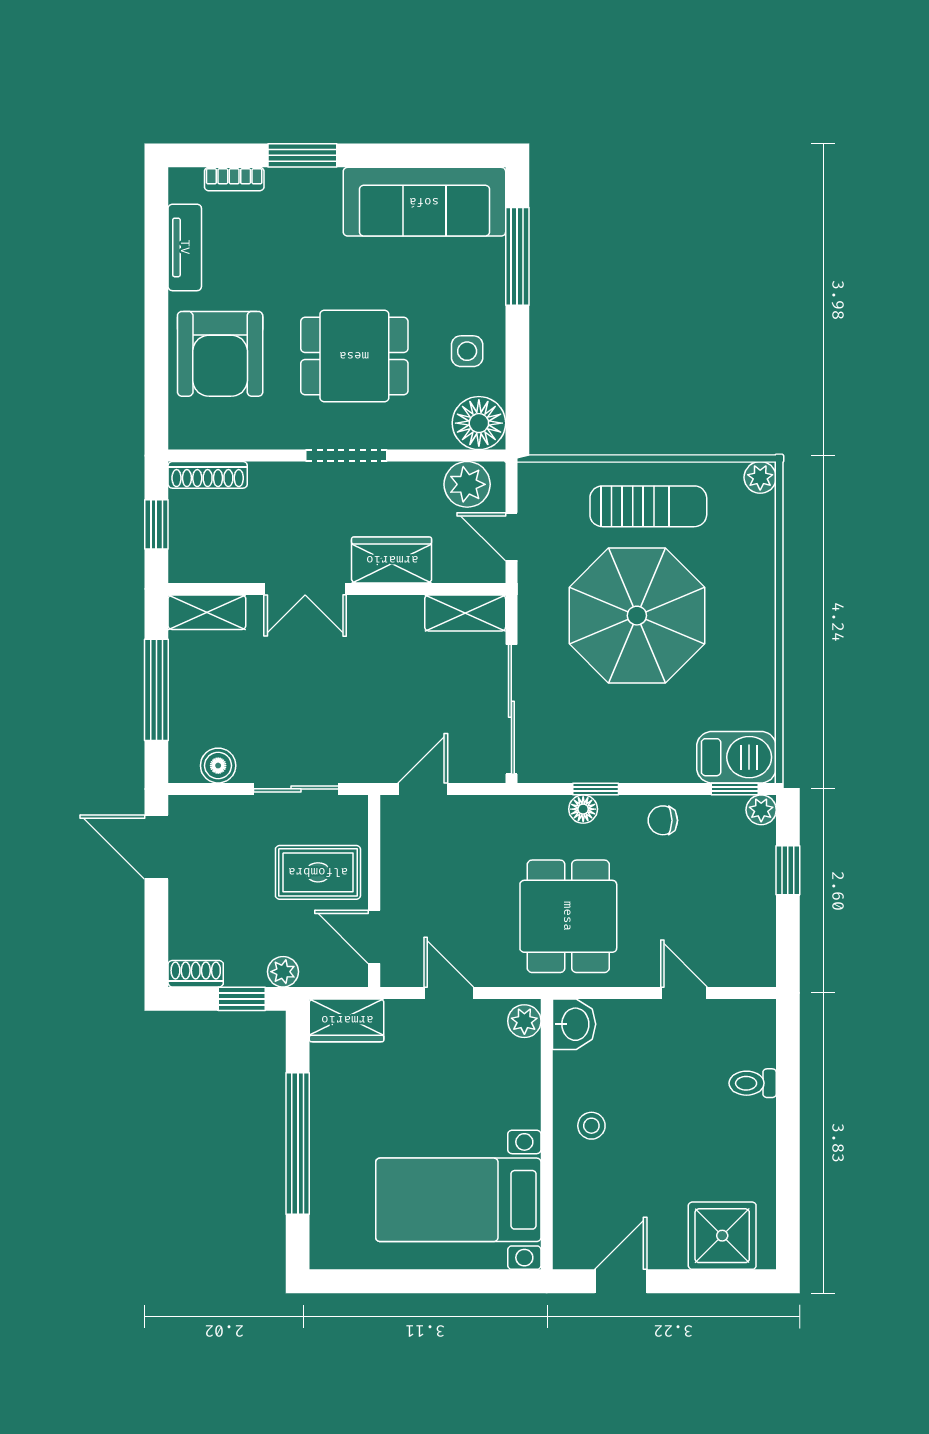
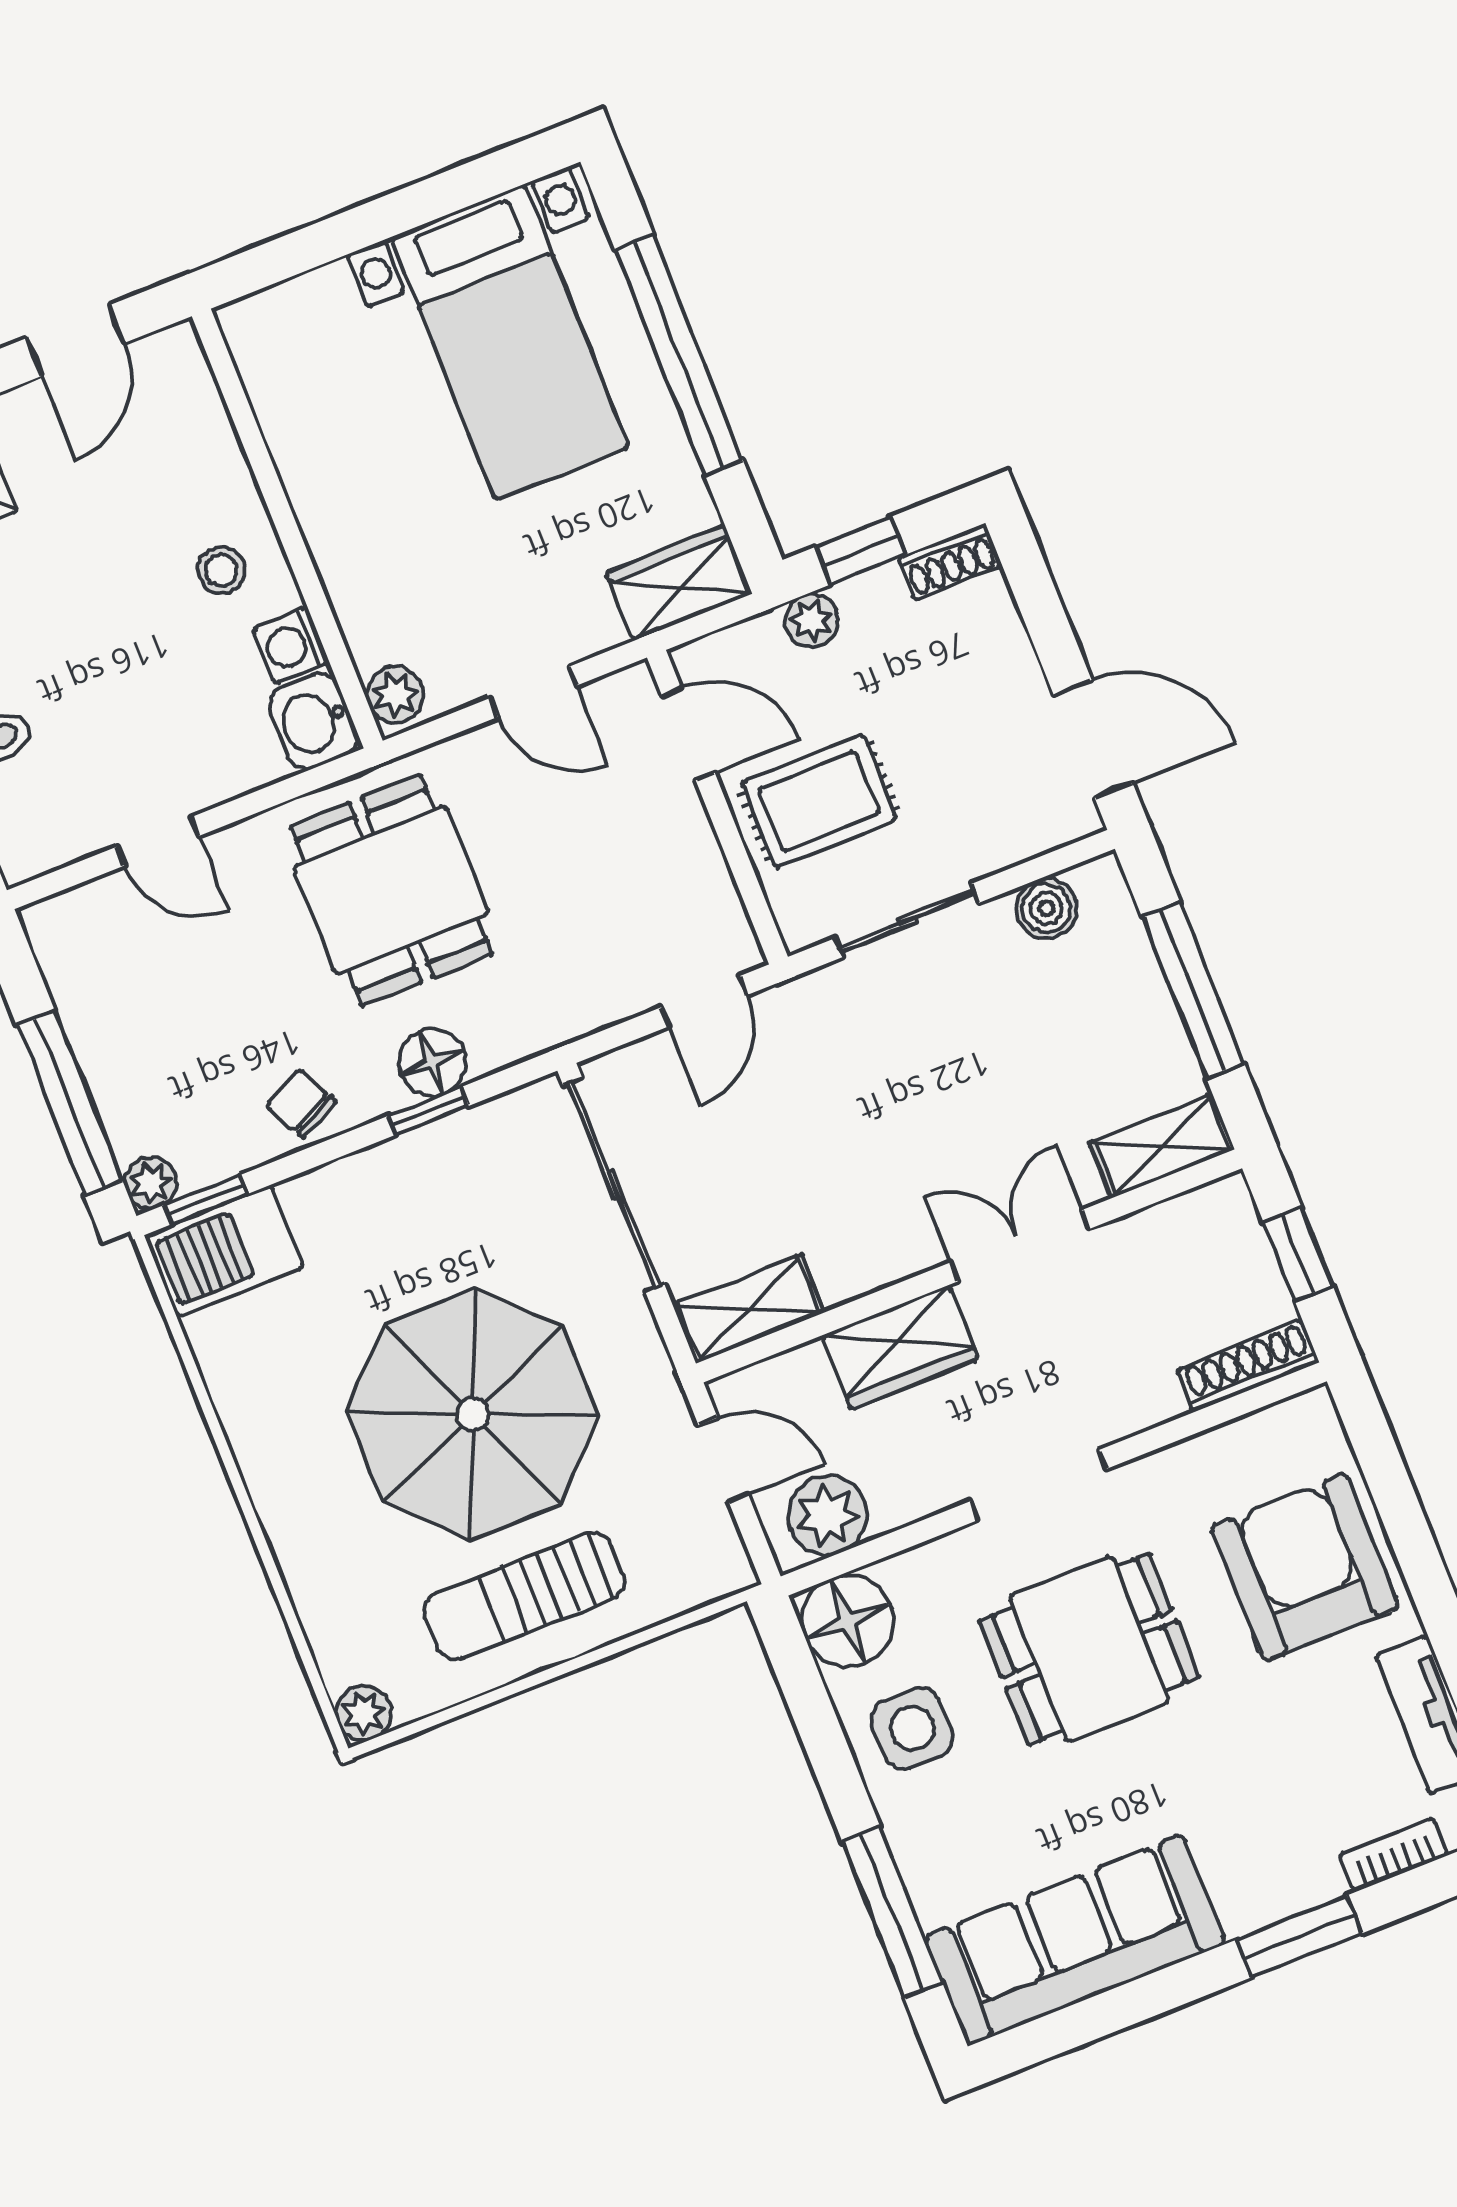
side table: (467, 351) -> (912, 1728), width x1.37, depth x1.37
floor lamp: (583, 809) -> (432, 1062), width x1.37, depth x1.37
chair: (663, 820) -> (301, 1104), turned -117
window: (788, 870) -> (70, 1103), width x2.17
washing machine: (570, 1070) -> (291, 646), added
bed with nightstands: (458, 1200) -> (510, 342), moved, turned 90

